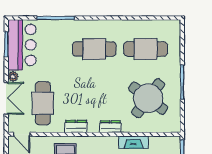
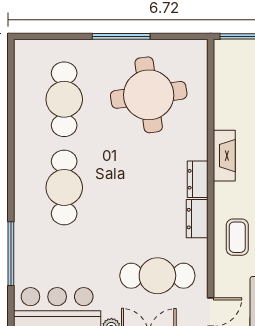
round table: (148, 98) -> (149, 95), turned 45
dresser: (110, 127) -> (198, 179), moved
fireplace: (133, 142) -> (224, 156), moved

